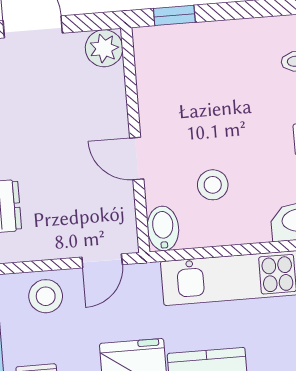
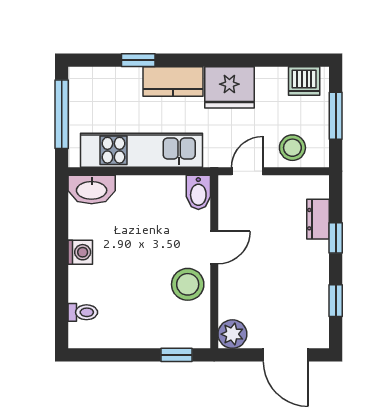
door: (137, 159) -> (214, 247), hinge flipped
stool: (213, 185) -> (188, 284), moved, width x1.38, depth x1.38

